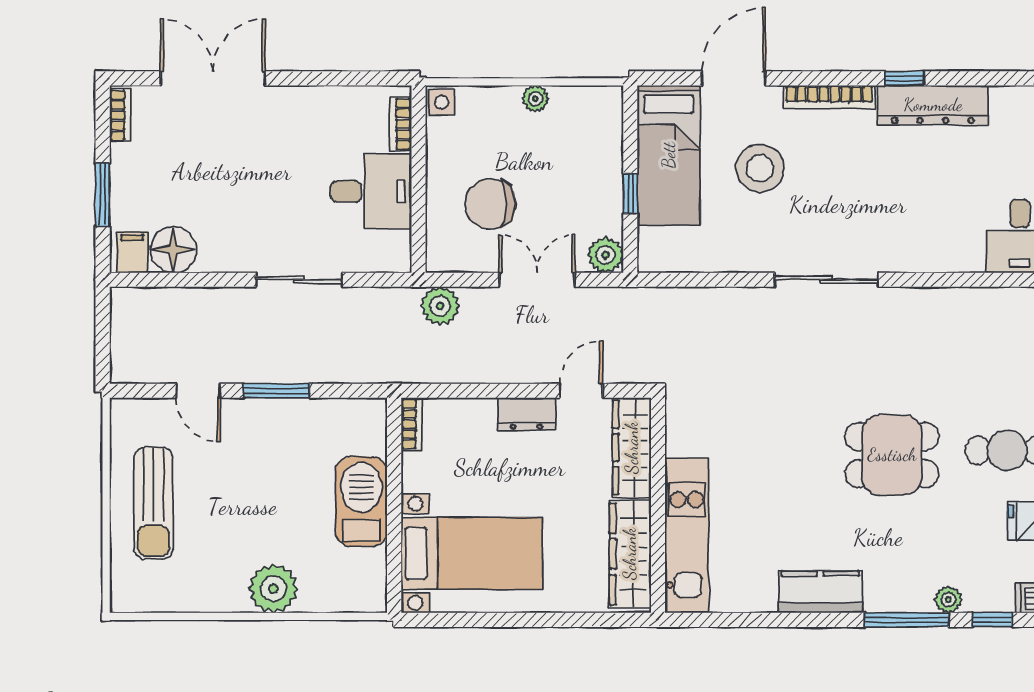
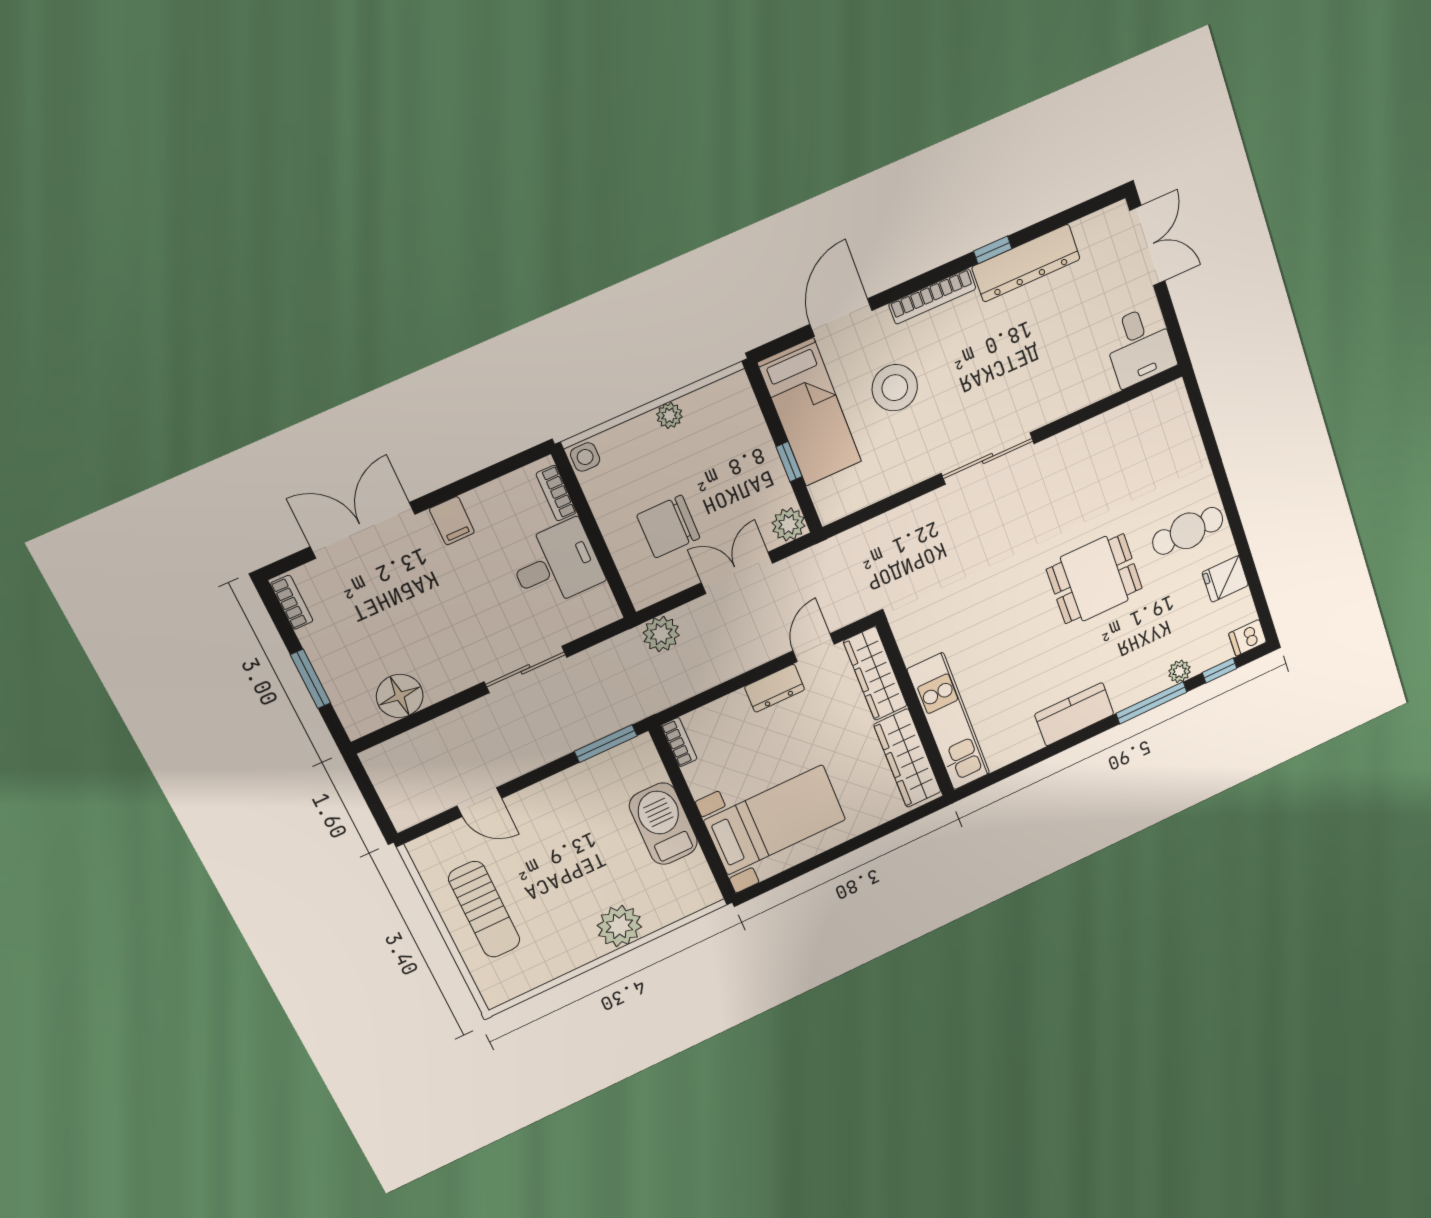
filing cabinet: (132, 252) -> (452, 521), moved, turned 180
window: (276, 391) -> (606, 744), moved

